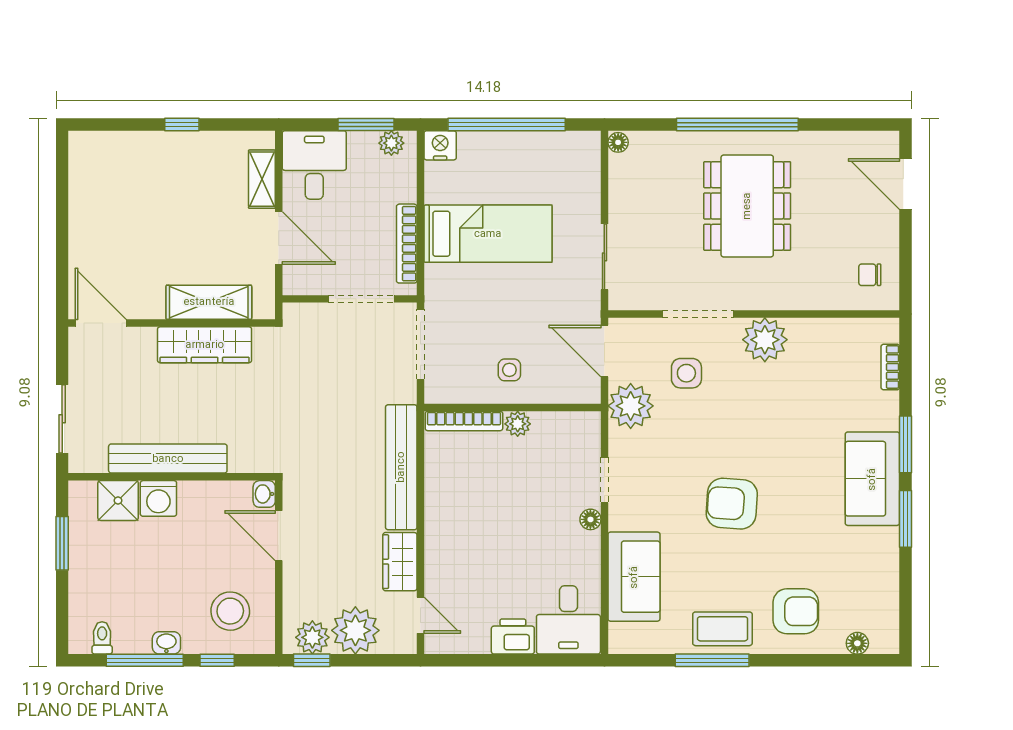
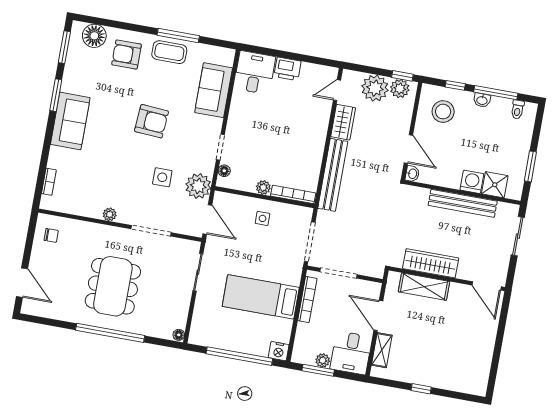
plant: (391, 143) -> (323, 360), moved
plant: (765, 340) -> (110, 214), width x0.53, depth x0.53
side table: (686, 373) -> (162, 177), moved
window: (906, 444) -> (64, 47), moved
floor lamp: (590, 519) -> (224, 171), moved
door: (420, 615) -> (337, 90), hinge flipped
floor lamp: (857, 643) -> (94, 36), width x1.89, depth x1.89

